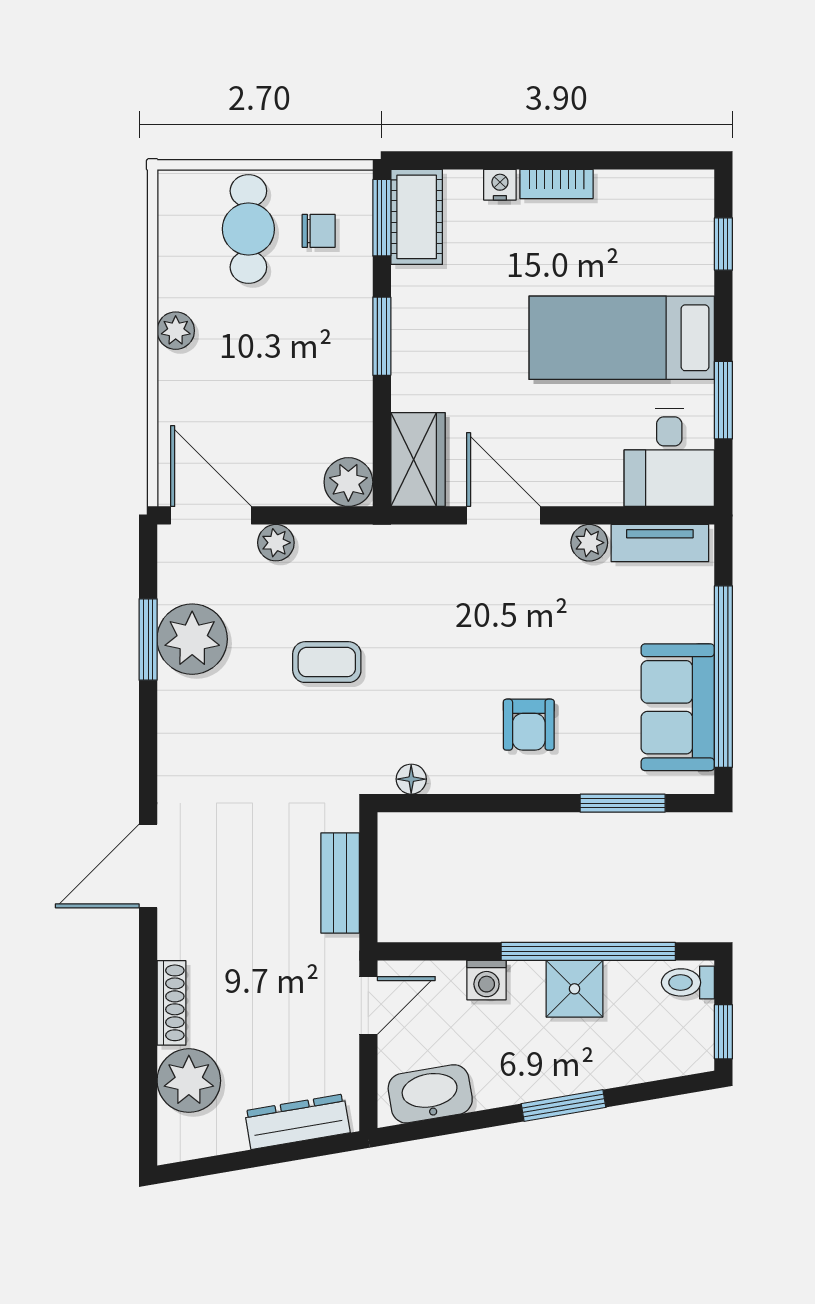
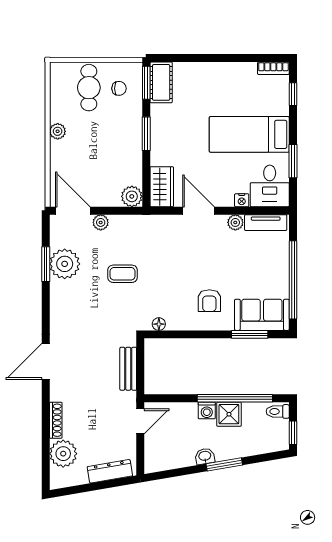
bookcase: (556, 184) -> (273, 68), moved
nightstand: (500, 185) -> (242, 200), moved, turned 180
sofa: (678, 707) -> (262, 315), moved, turned 90
washing machine: (487, 980) -> (207, 410), moved
washbasin: (430, 1094) -> (205, 456), moved, width x0.52, depth x0.69

